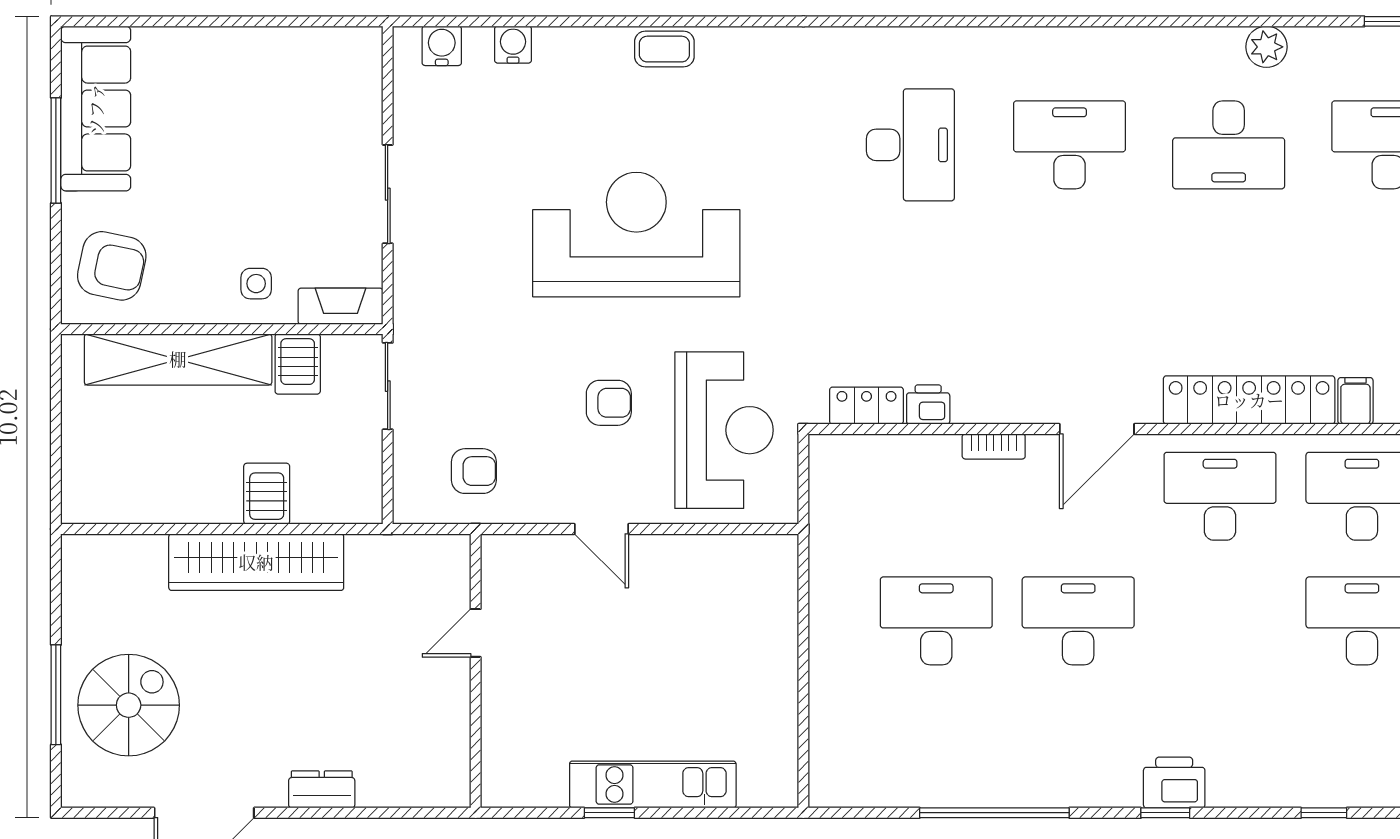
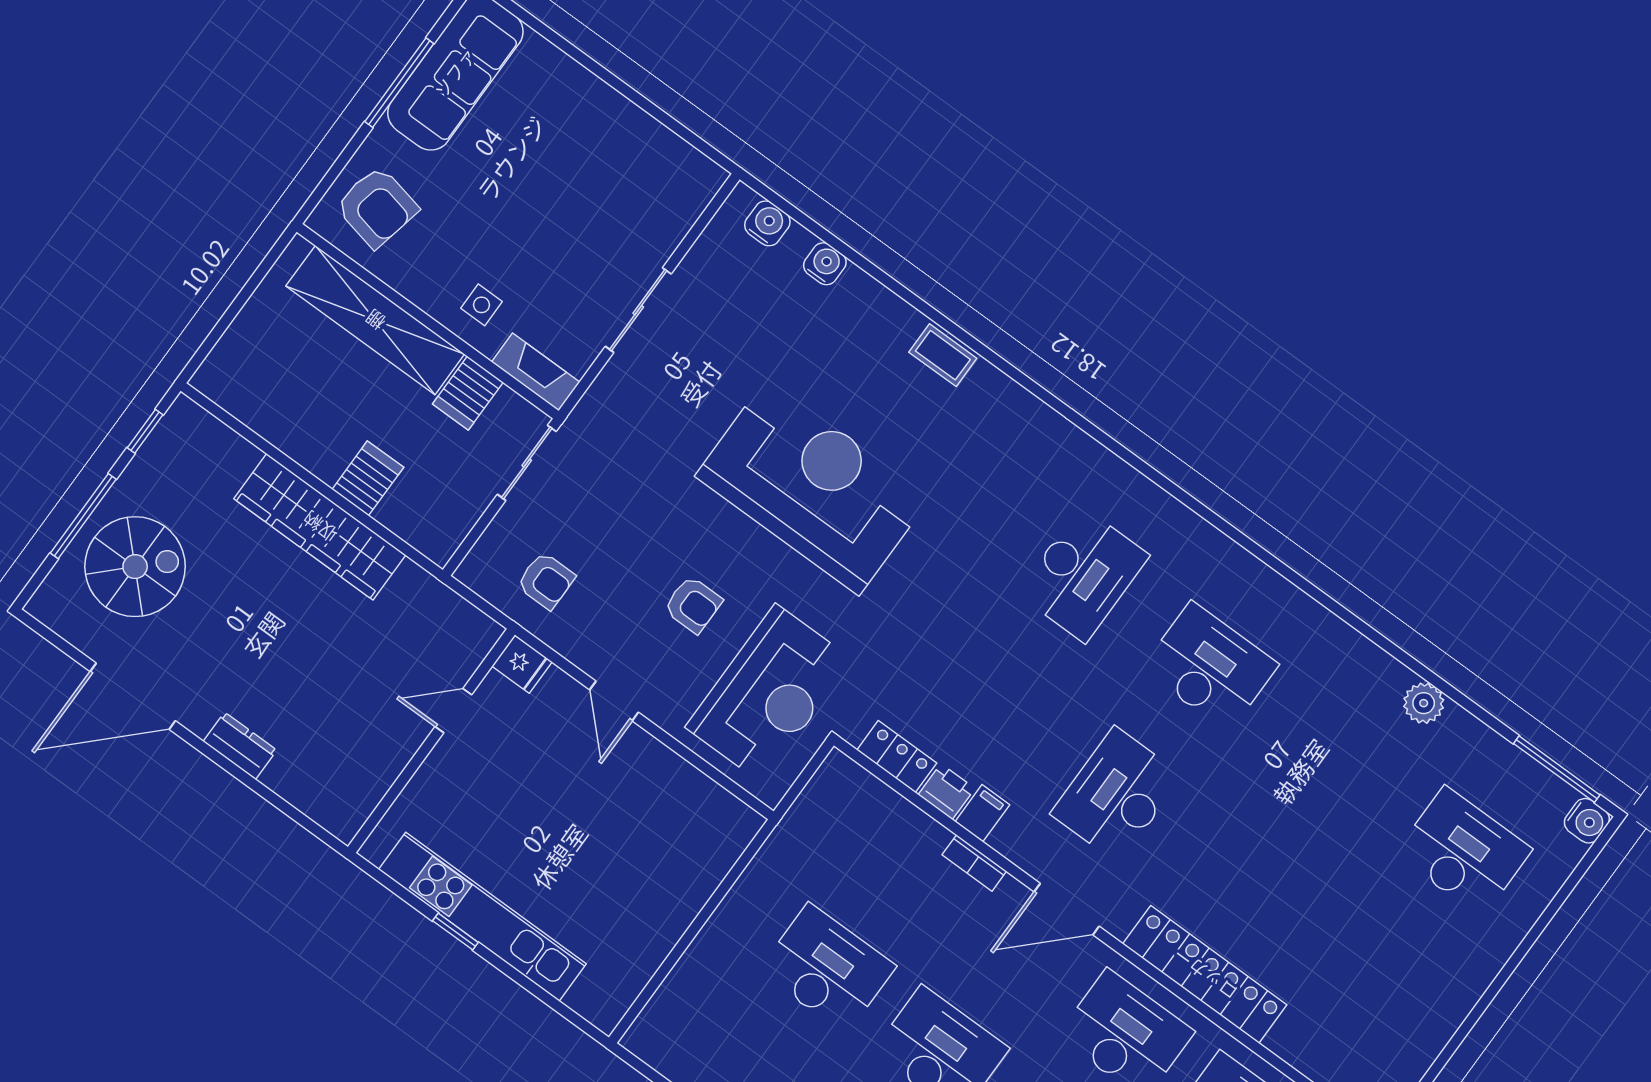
desk: (1229, 145) -> (1117, 795), moved, turned 90
filing cabinet: (1355, 401) -> (982, 813), moved
fridge: (504, 554) -> (522, 664), added
window: (56, 588) -> (145, 431), added
kitchen unit: (653, 784) -> (482, 917), width x1.36

